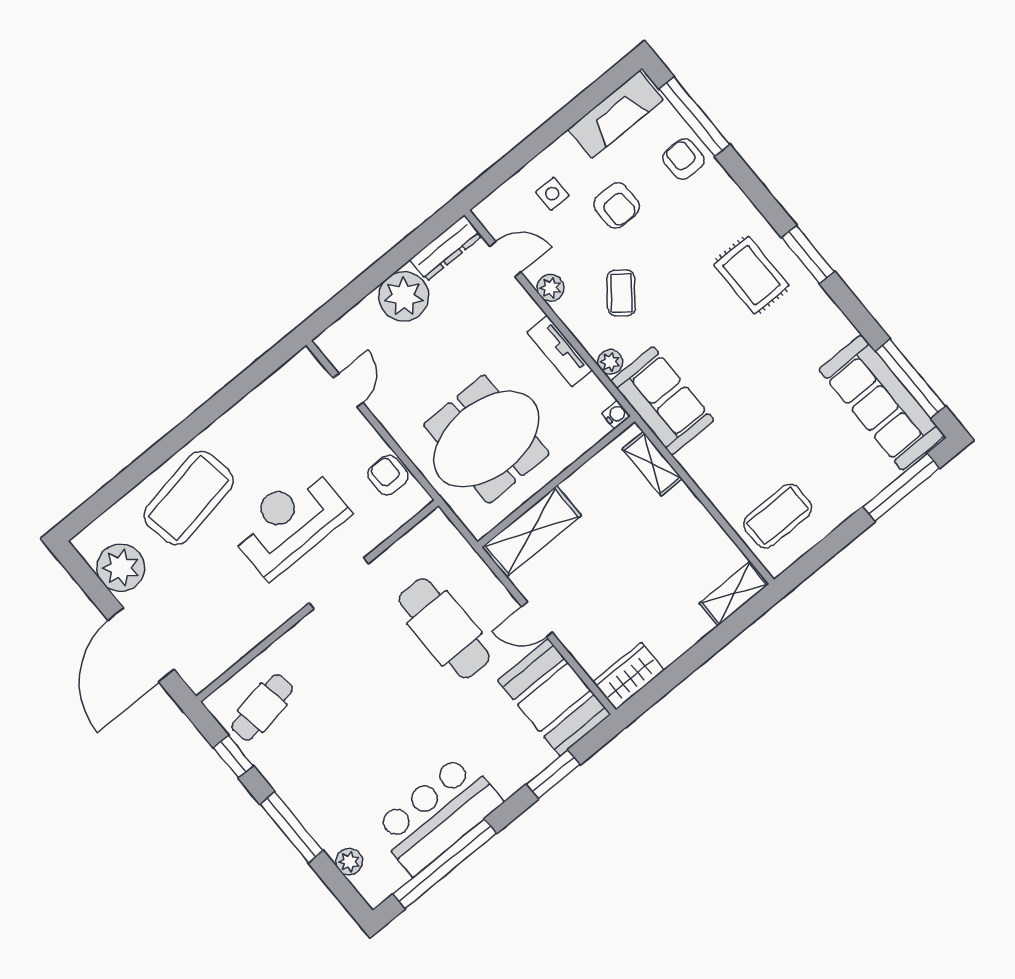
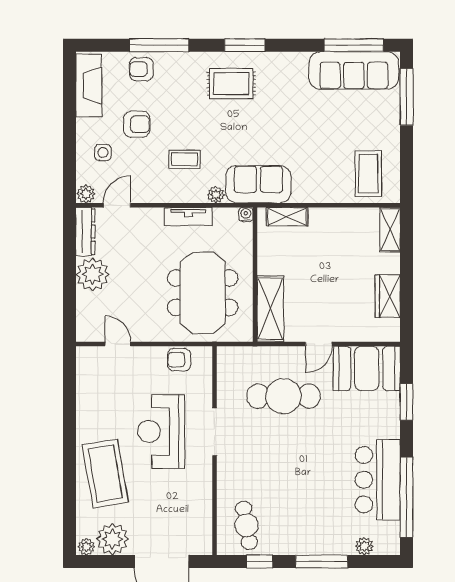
window: (694, 117) -> (159, 45), moved
plant: (551, 288) -> (86, 194), moved
coffee table: (621, 293) -> (184, 159), turned -38
plant: (87, 545) -> (86, 547), added
wardrobe: (629, 676) -> (388, 296), moved

